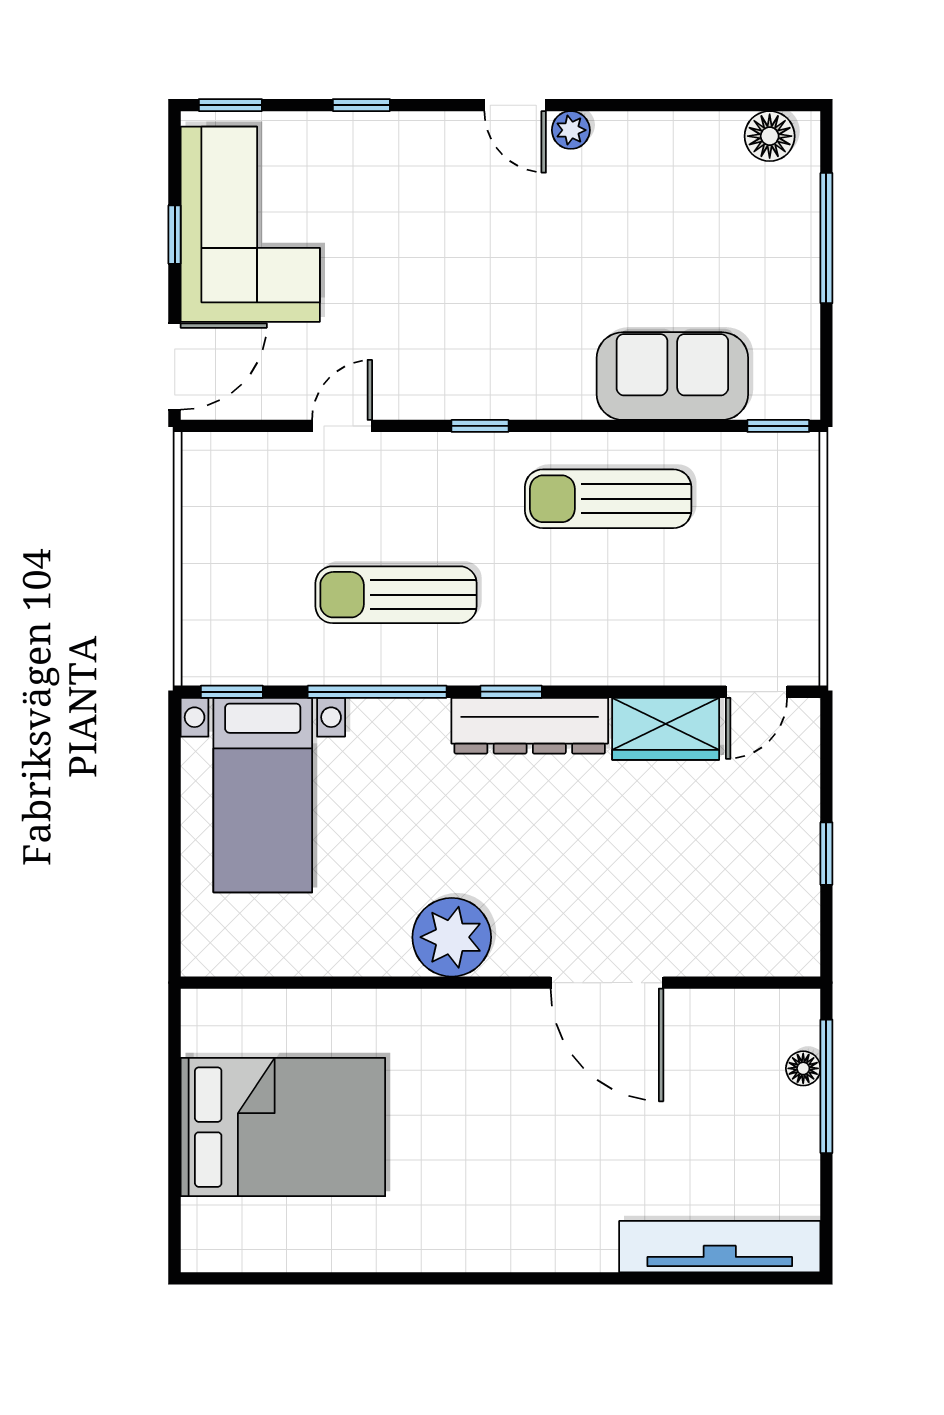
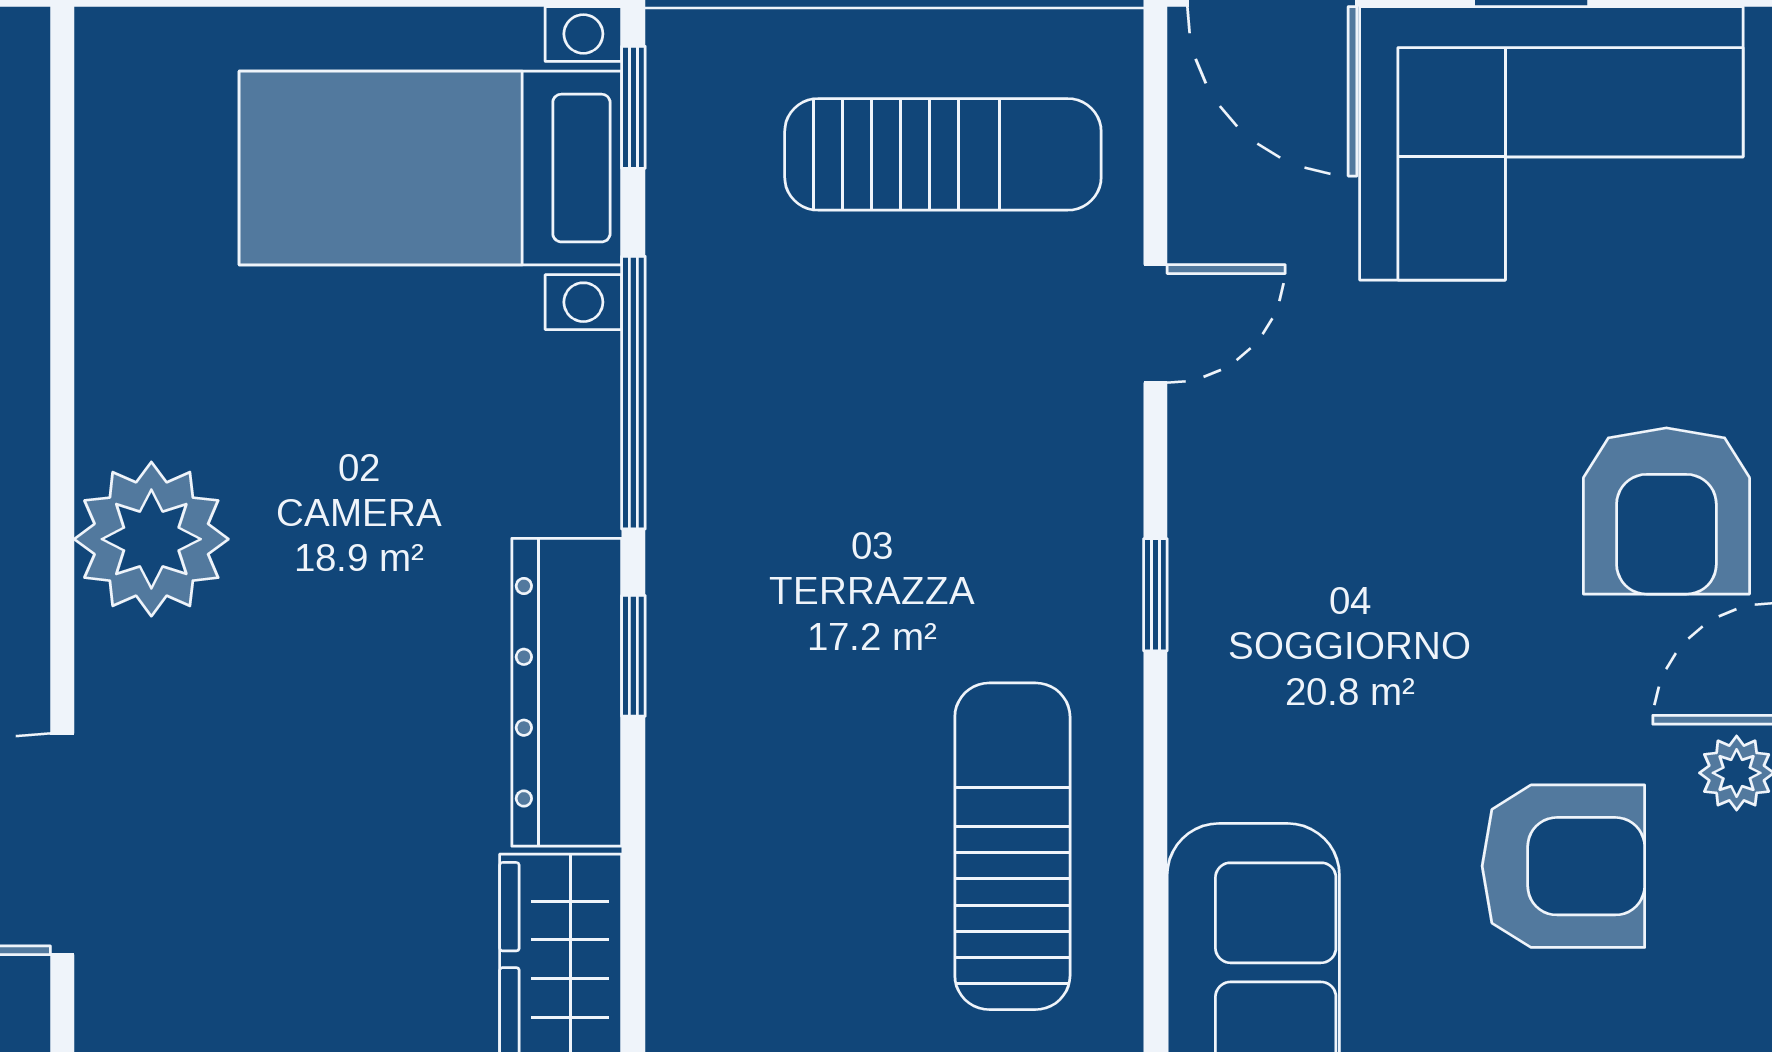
armchair: (437, 166) -> (1666, 511), added
armchair: (618, 218) -> (1563, 866), added
door: (342, 426) -> (1155, 324), hinge flipped
sun lounger: (396, 595) -> (943, 154), moved, turned 90

